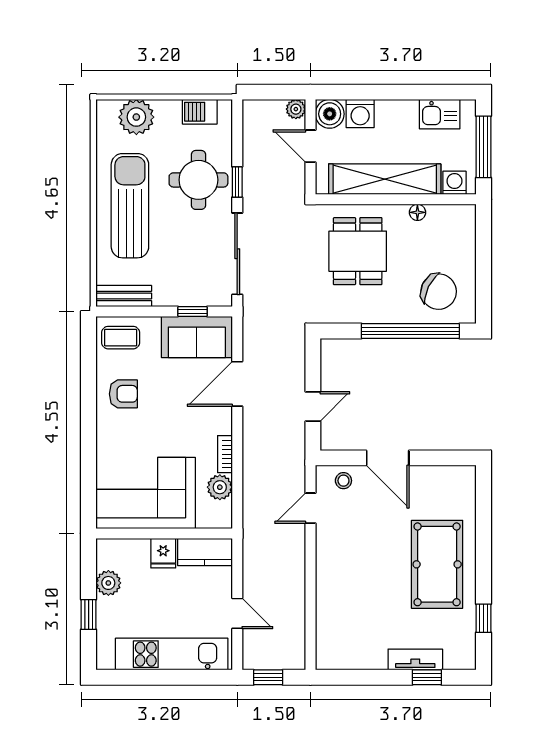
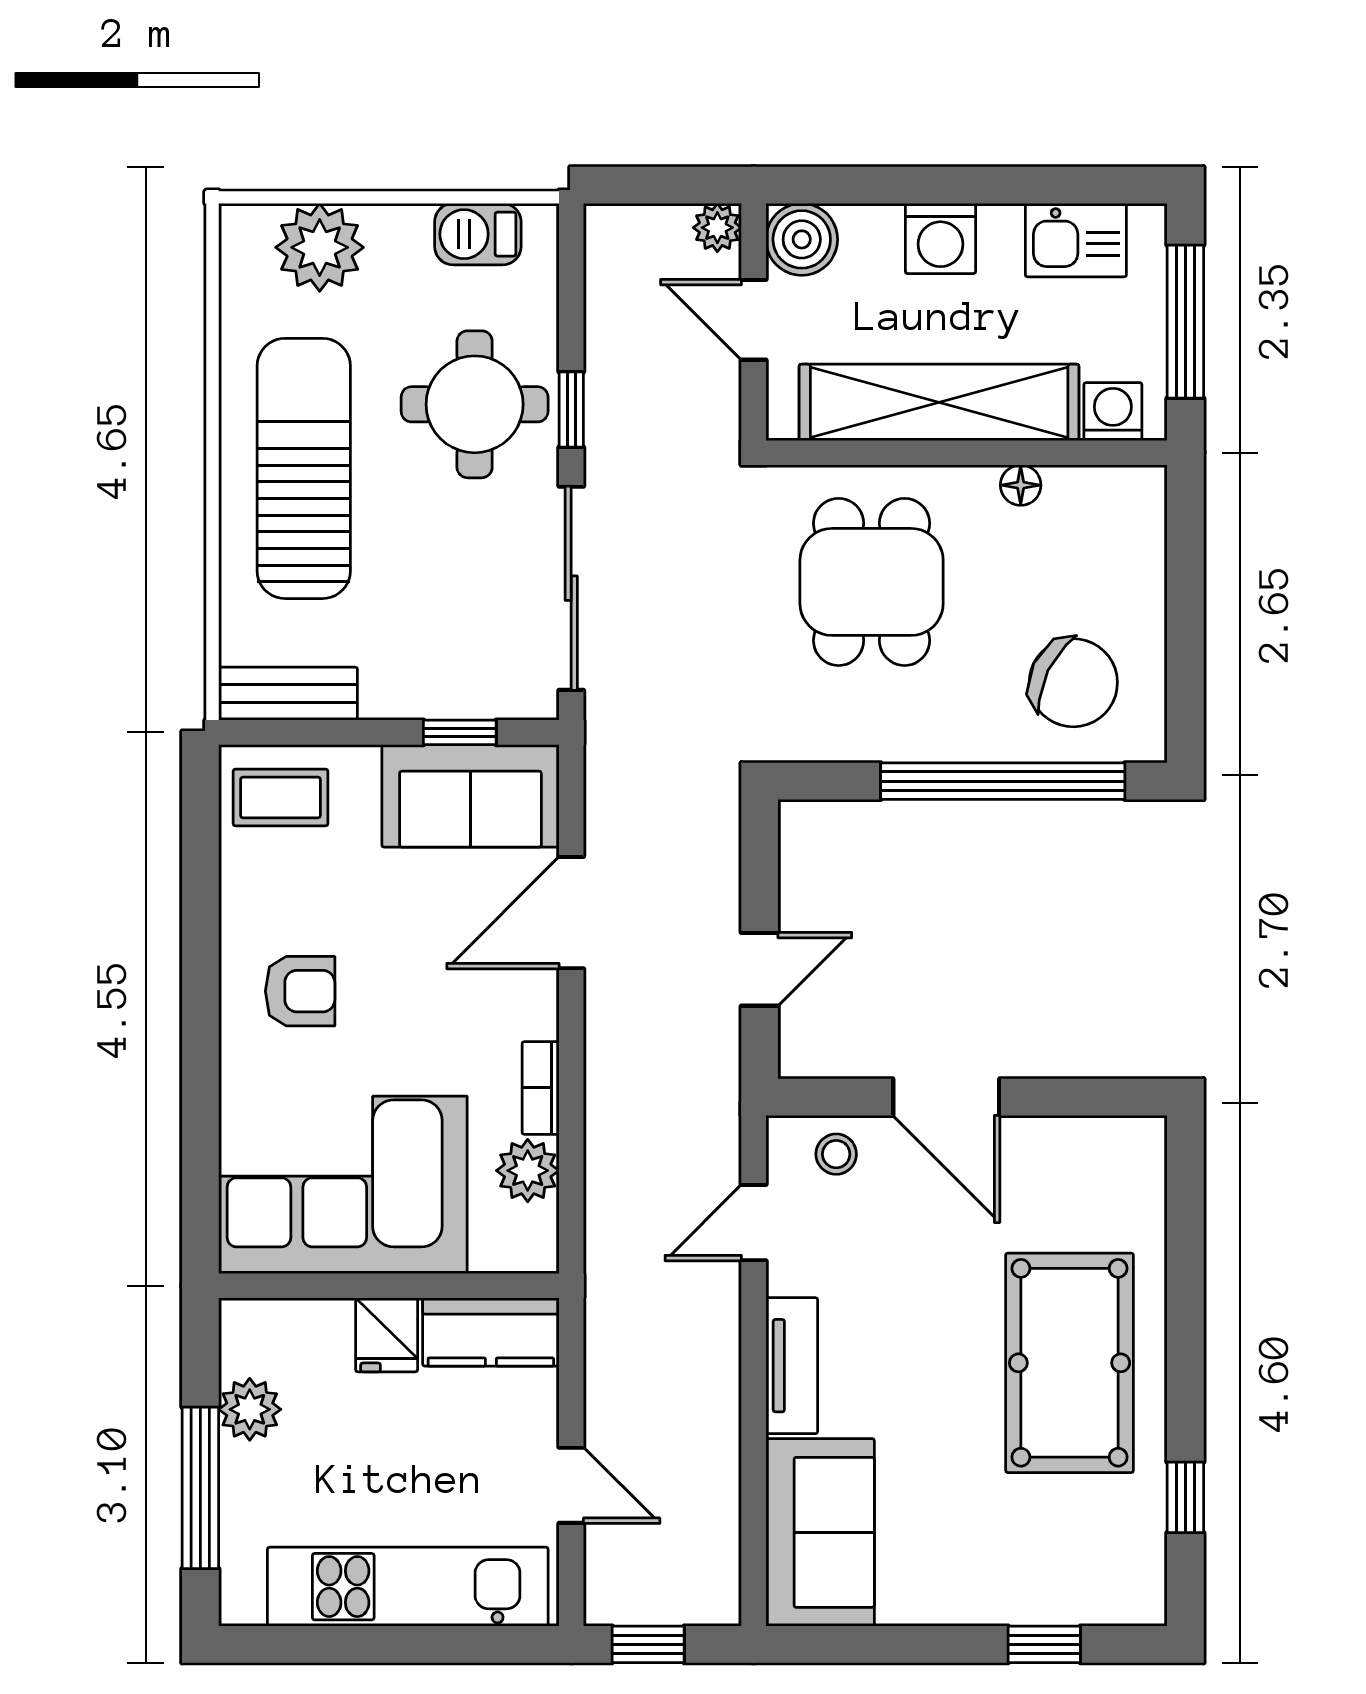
washing machine: (360, 113) -> (941, 239), moved
armchair: (123, 394) -> (300, 991), moved
window: (89, 615) -> (200, 1488), width x2.17
sofa: (337, 632) -> (820, 1532), added
tv unit: (415, 660) -> (792, 1366), moved, turned 90

